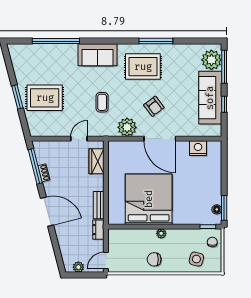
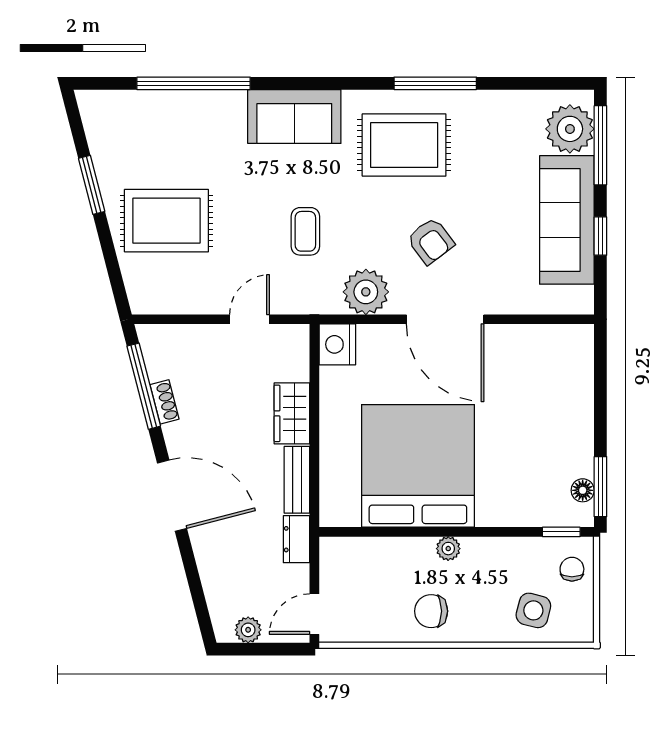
window: (17, 97) -> (92, 185), moved
nightstand: (198, 148) -> (337, 344), moved, turned -90
wardrobe: (97, 161) -> (292, 413), moved

